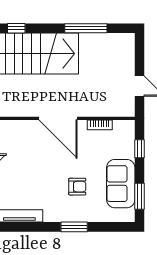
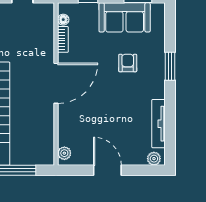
floor lamp: (119, 125) -> (63, 20), added

